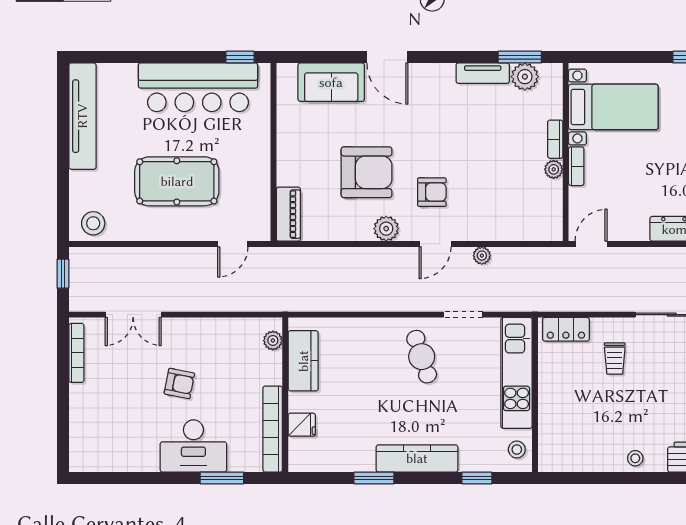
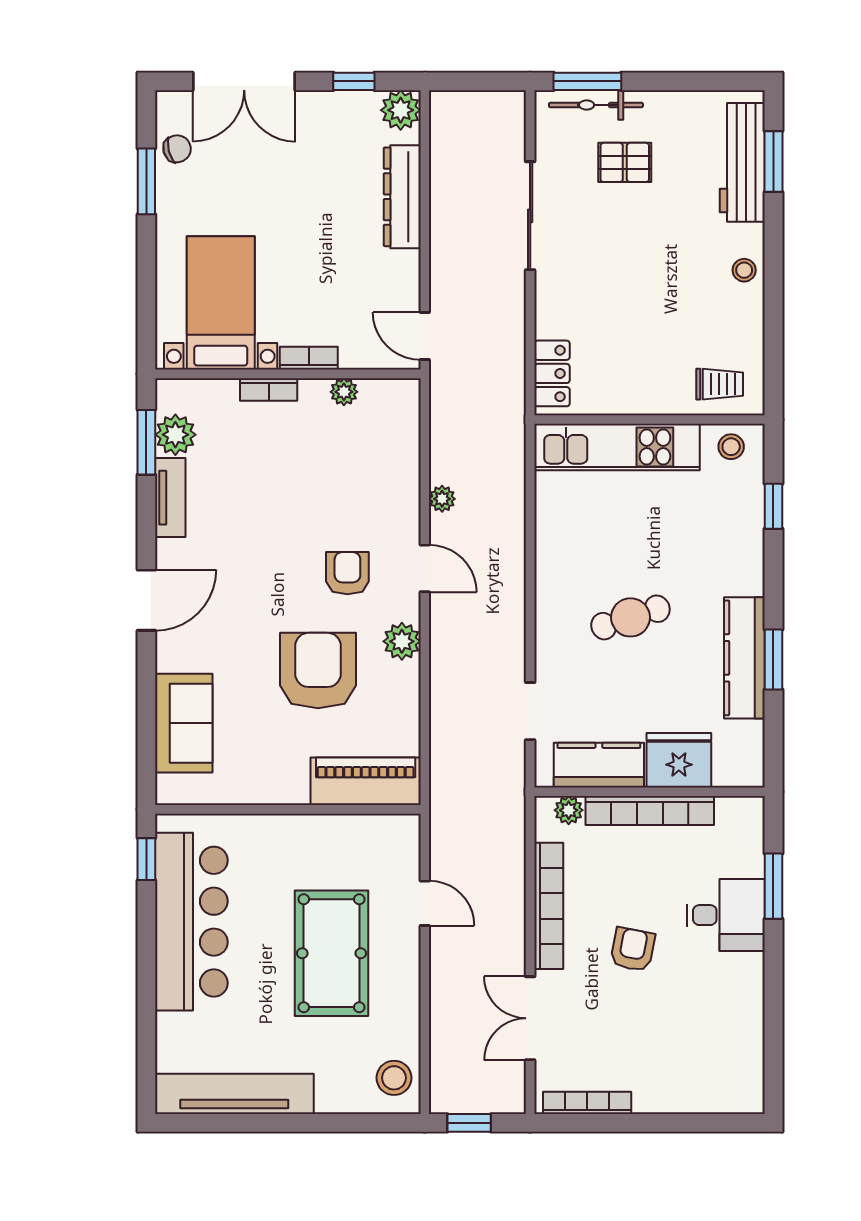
door: (387, 57) -> (146, 600), moved
plant: (554, 169) -> (344, 392), moved
piano: (288, 214) -> (366, 781), width x1.37, depth x1.33
door: (233, 244) -> (425, 903), moved
double door: (133, 315) -> (530, 1018), swing flipped
doorway: (463, 315) -> (530, 711), moved
bookcase: (209, 327) -> (549, 906), added
cafe table: (422, 357) -> (630, 617), moved
trolley: (615, 358) -> (720, 384), moved
fridge: (302, 425) -> (679, 760), width x1.88, depth x1.34
bookcase: (273, 429) -> (650, 811), moved
desk: (193, 446) -> (726, 915), width x0.73
kitchen counter: (417, 458) -> (744, 658), moved

